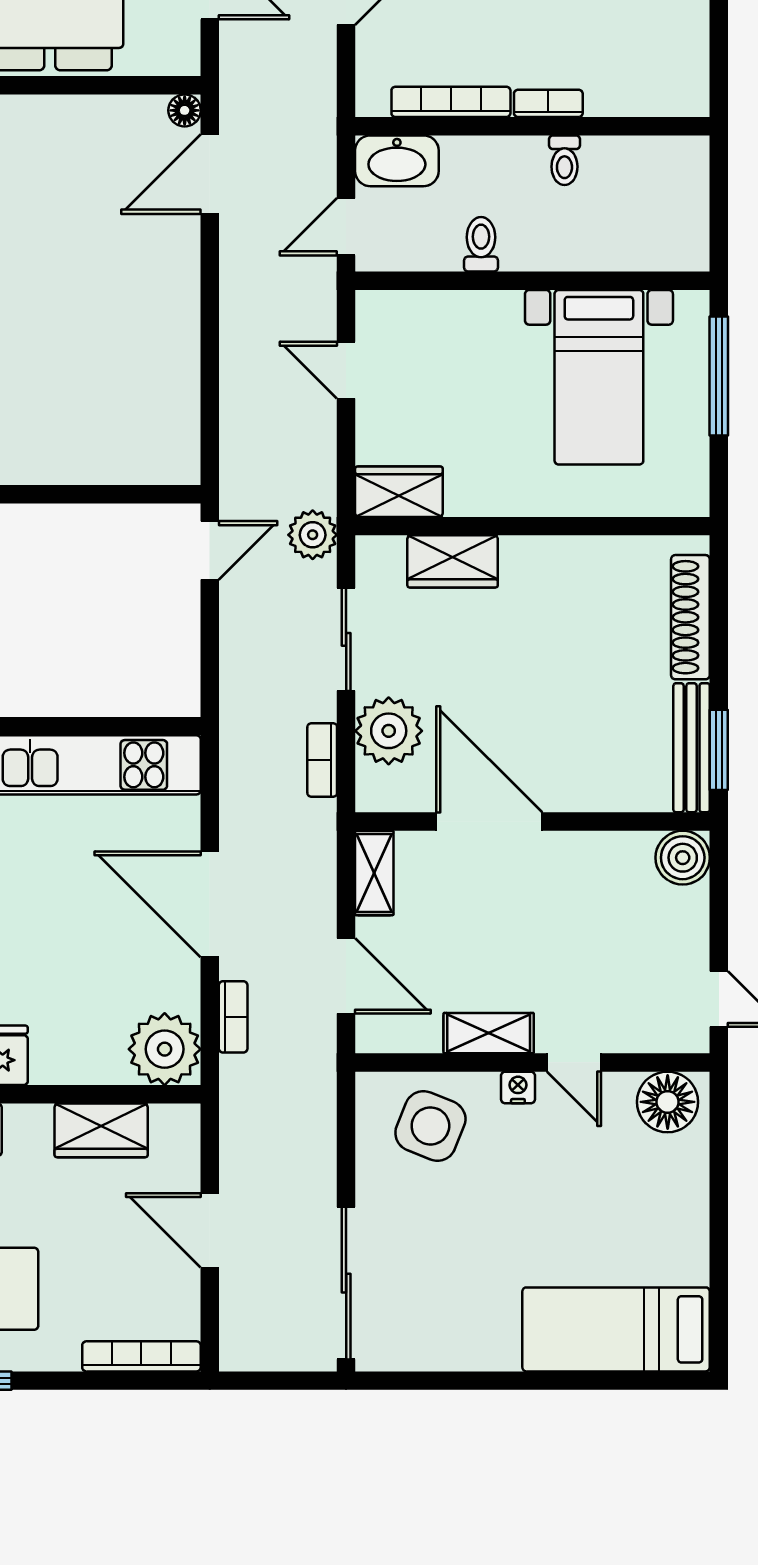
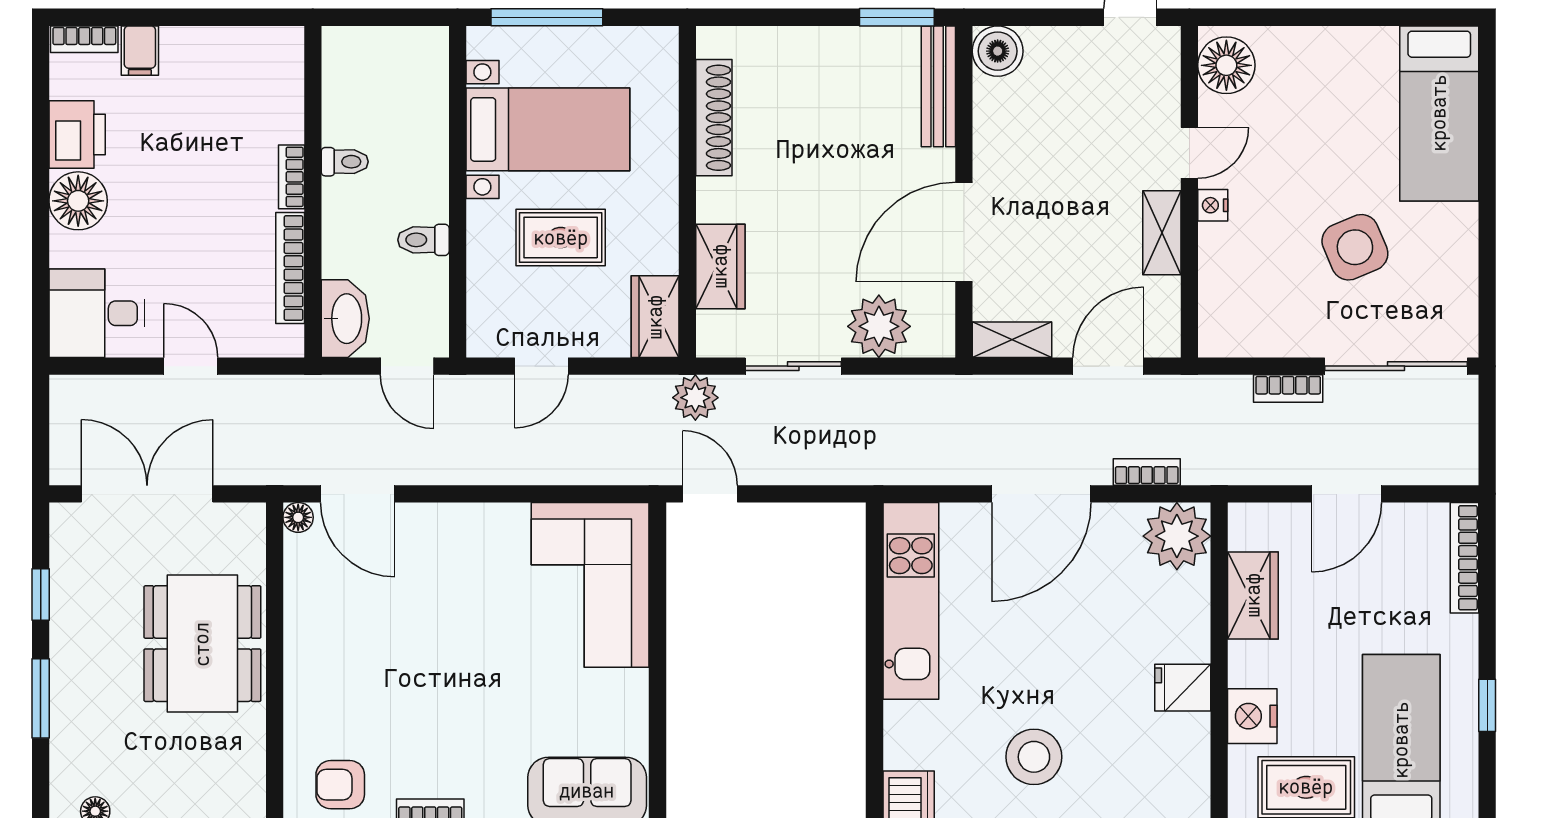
rug: (483, 391) -> (561, 238), added
corner sofa: (113, 422) -> (590, 585), added
shoe rack: (690, 617) -> (714, 118), moved, turned -90
bench: (692, 748) -> (938, 86), moved, turned 90
bookcase: (322, 760) -> (1288, 388), moved
side table: (430, 1126) -> (1355, 247), moved, turned 45

